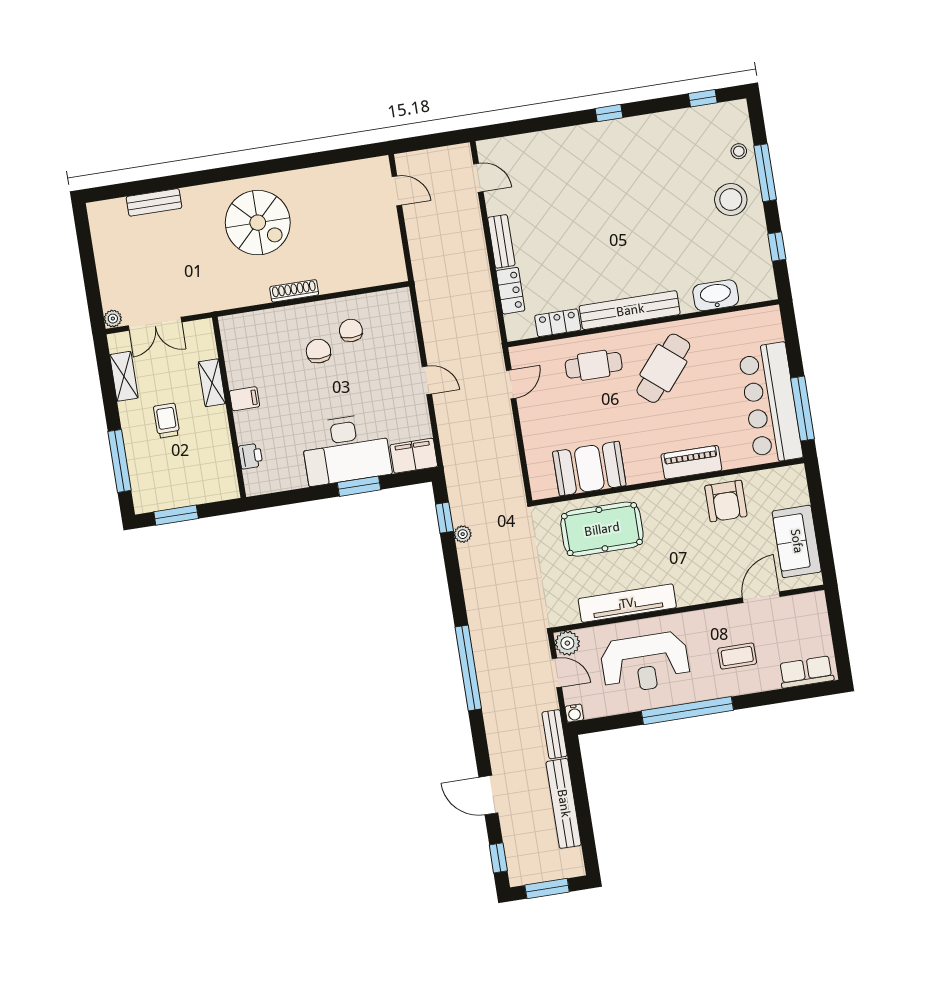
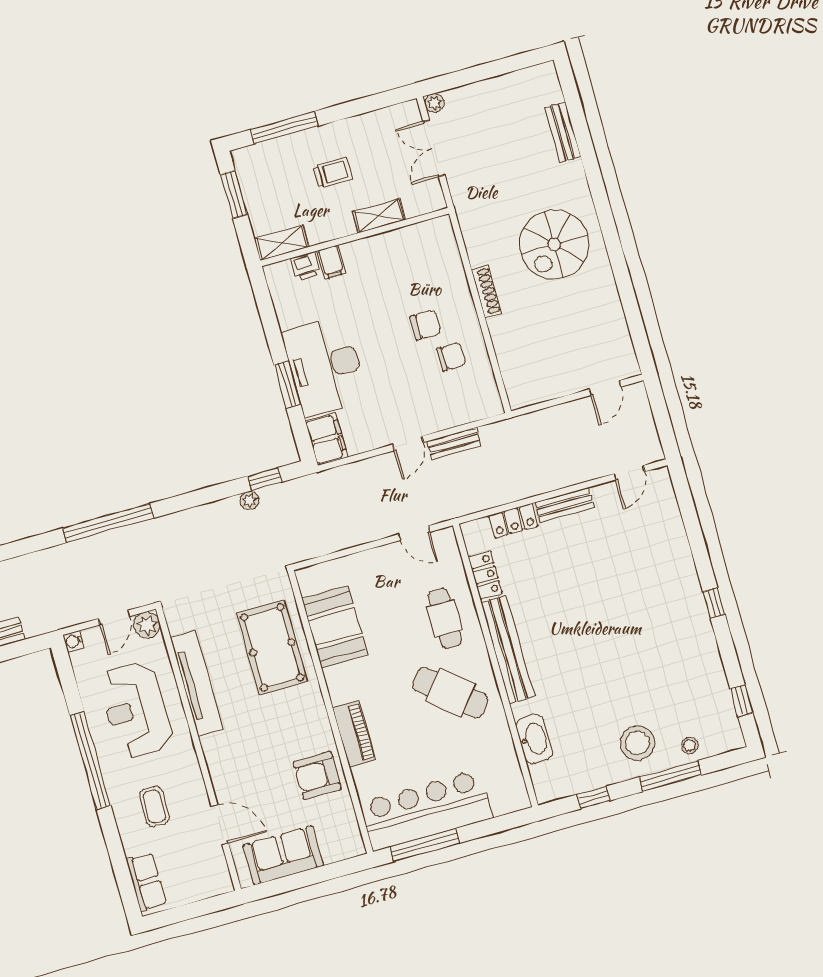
shelving: (124, 376) -> (282, 243), moved
filing cabinet: (244, 399) -> (331, 262), moved
bench: (555, 734) -> (454, 444), moved

